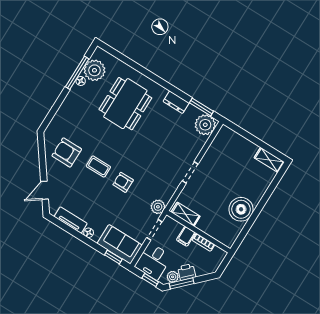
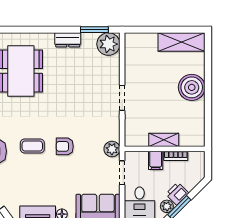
shelving: (269, 160) -> (182, 42), width x1.50, depth x1.33
boiler: (241, 209) -> (192, 87), moved
shelving: (186, 214) -> (164, 140), moved

